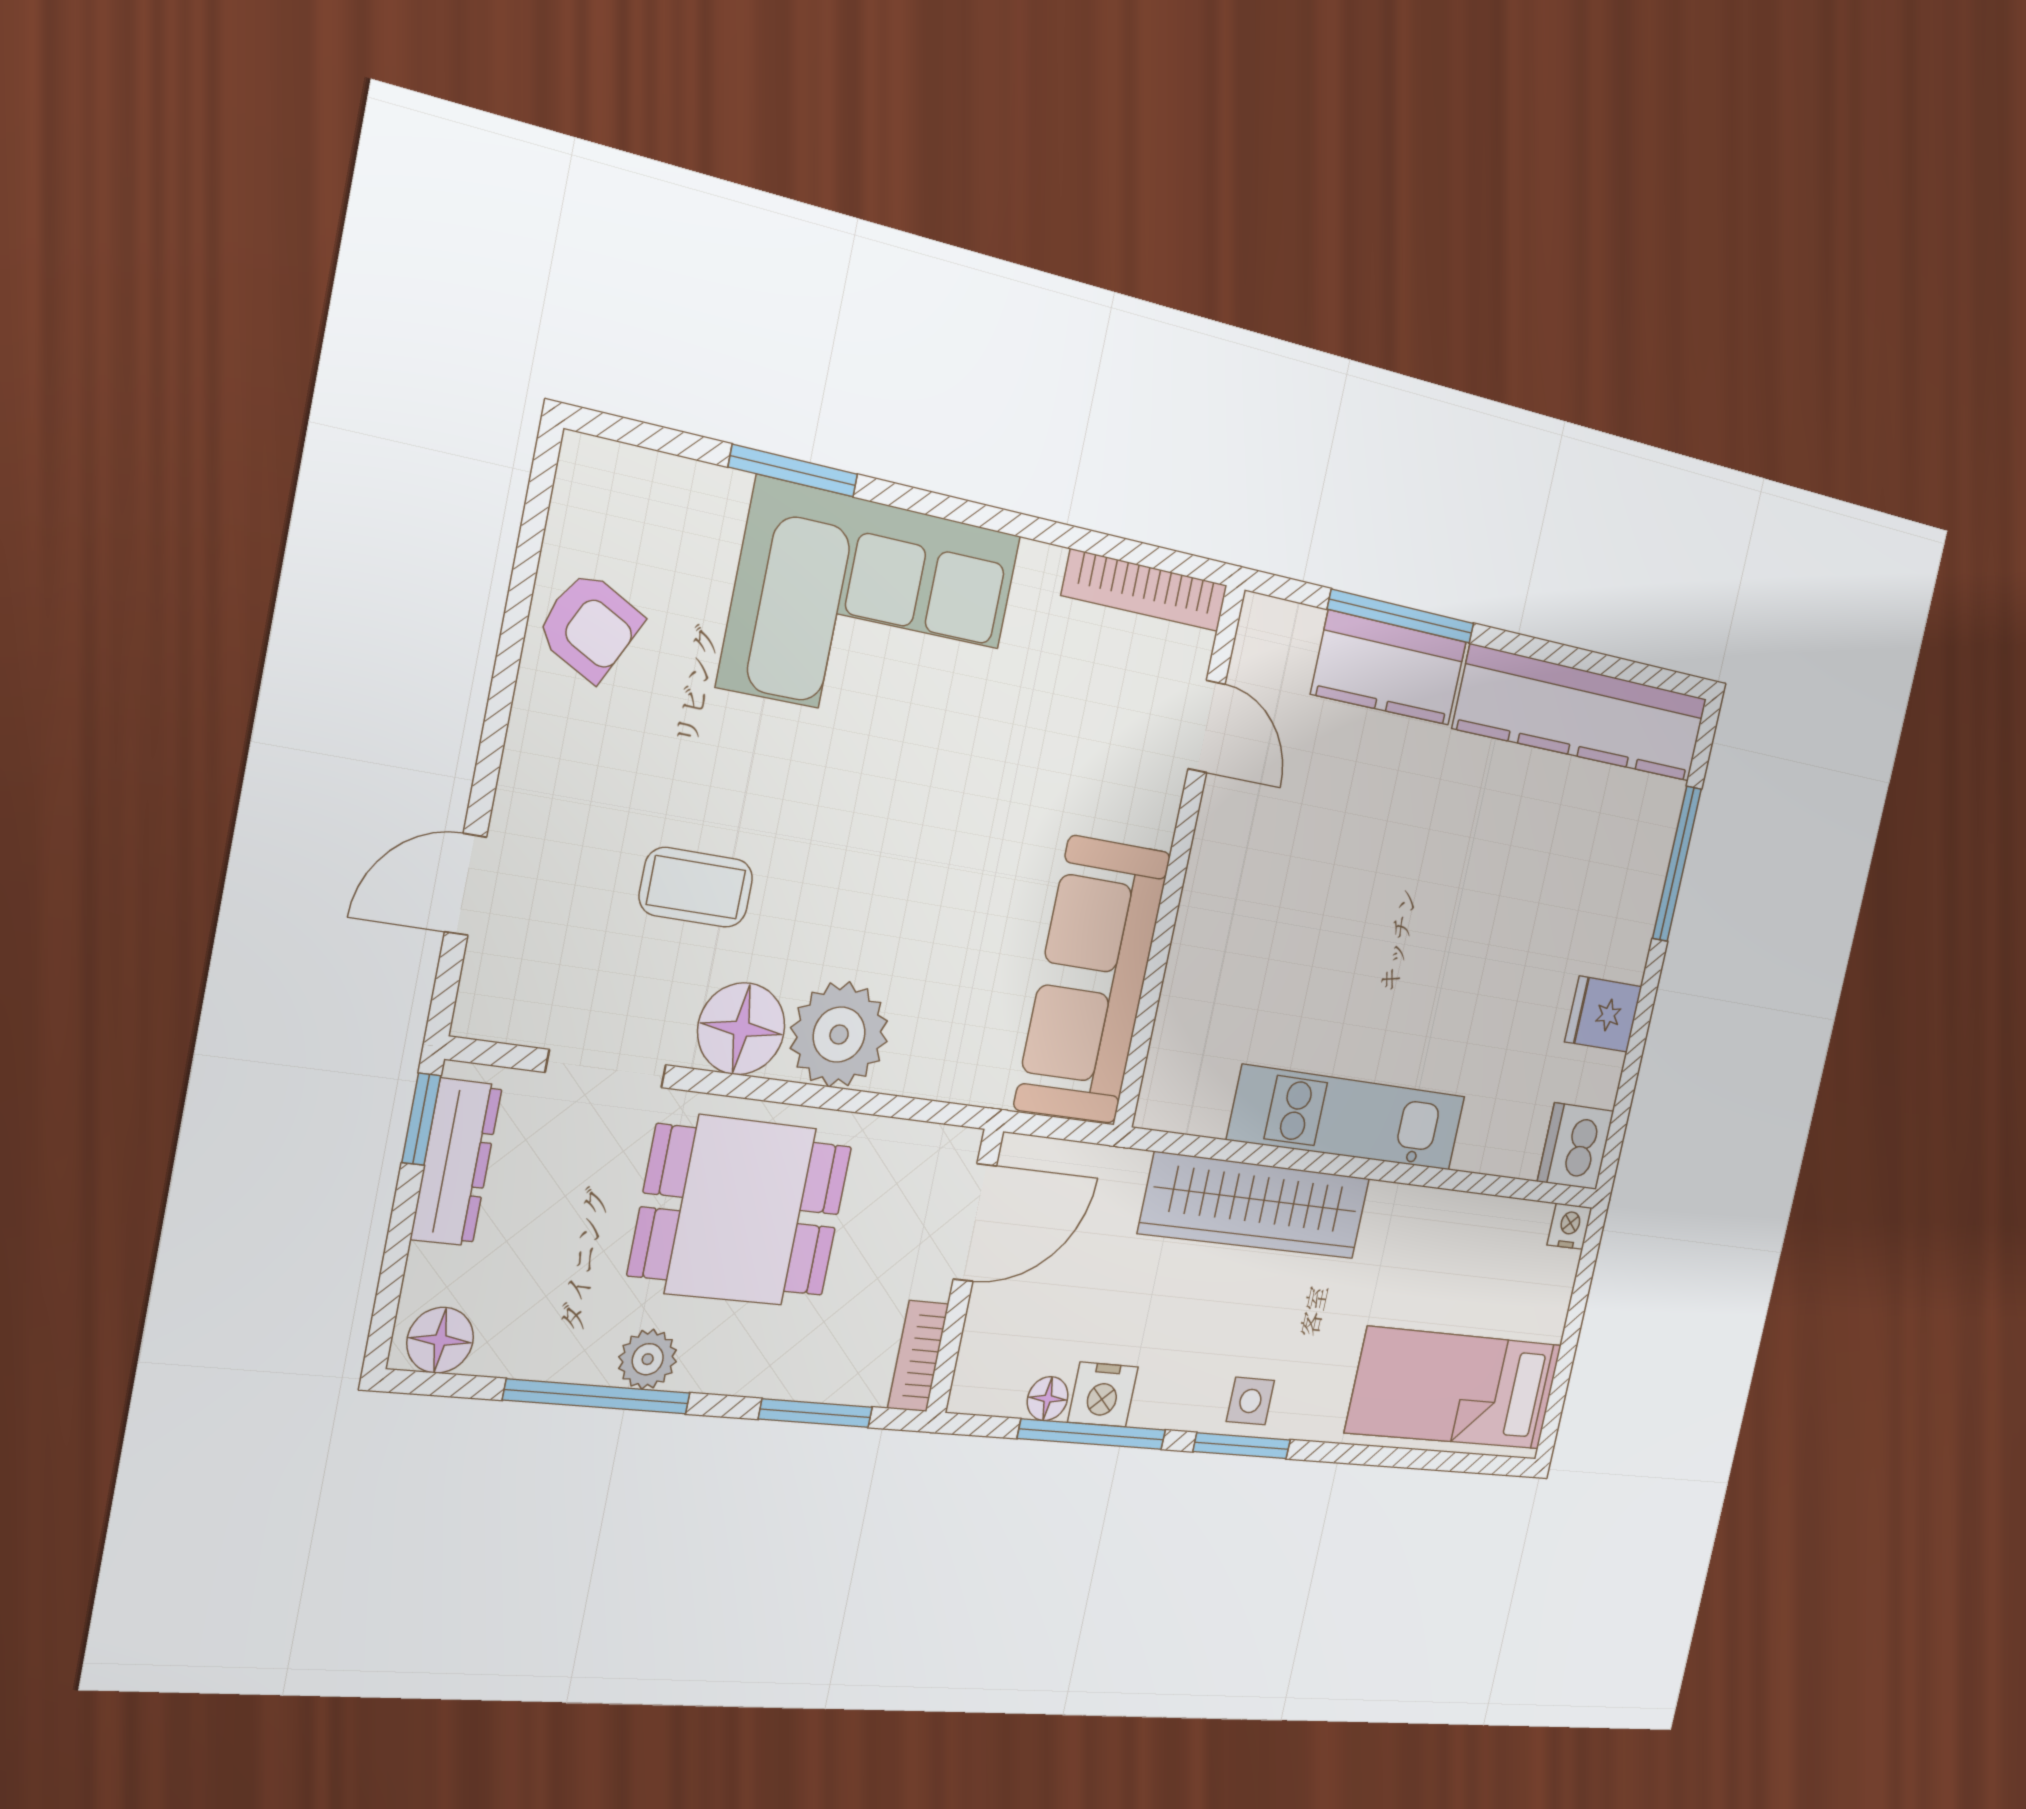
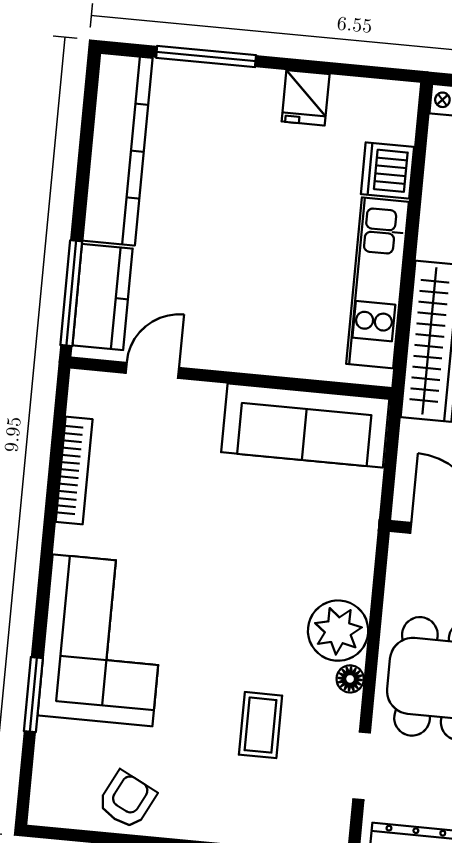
door: (1207, 727) -> (152, 370), moved
wall: (1179, 859) -> (231, 378), moved
sofa: (1092, 981) -> (305, 426), moved
floor lamp: (741, 1029) -> (350, 679), width x0.53, depth x0.53
dishwasher: (1576, 1146) -> (387, 170), moved, turned 90

